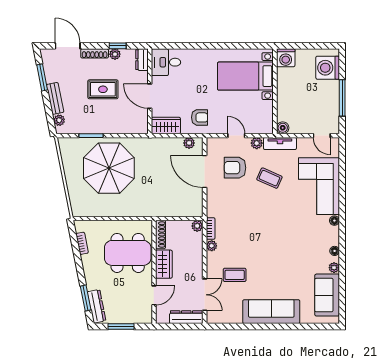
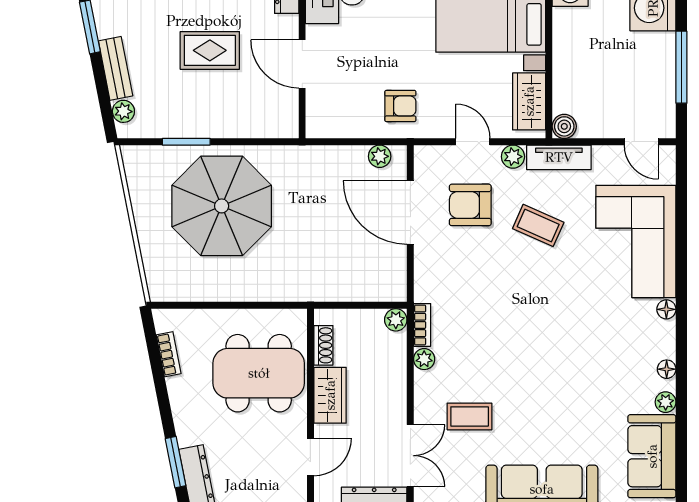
wardrobe: (166, 126) -> (529, 101), moved, turned -90
shoe rack: (161, 235) -> (323, 345), width x0.70

